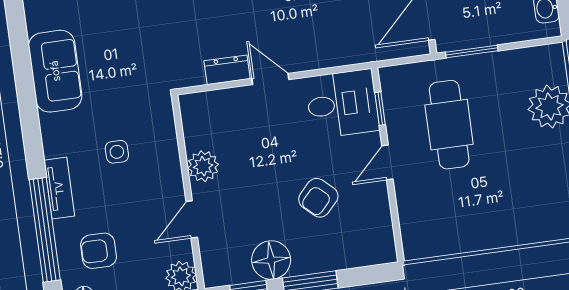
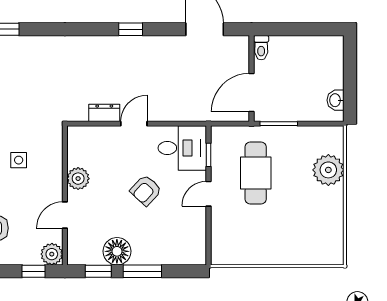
door: (270, 79) -> (134, 124), hinge flipped
armchair: (318, 198) -> (146, 190), moved

